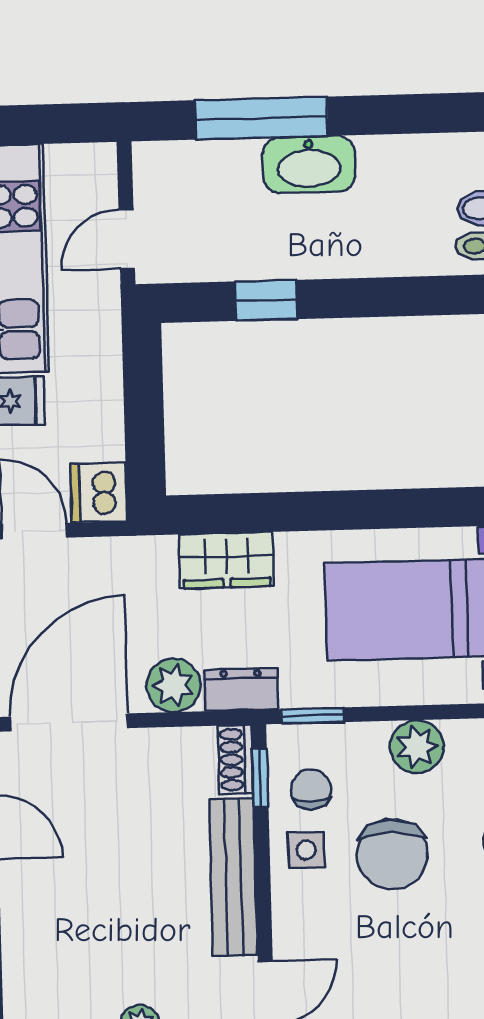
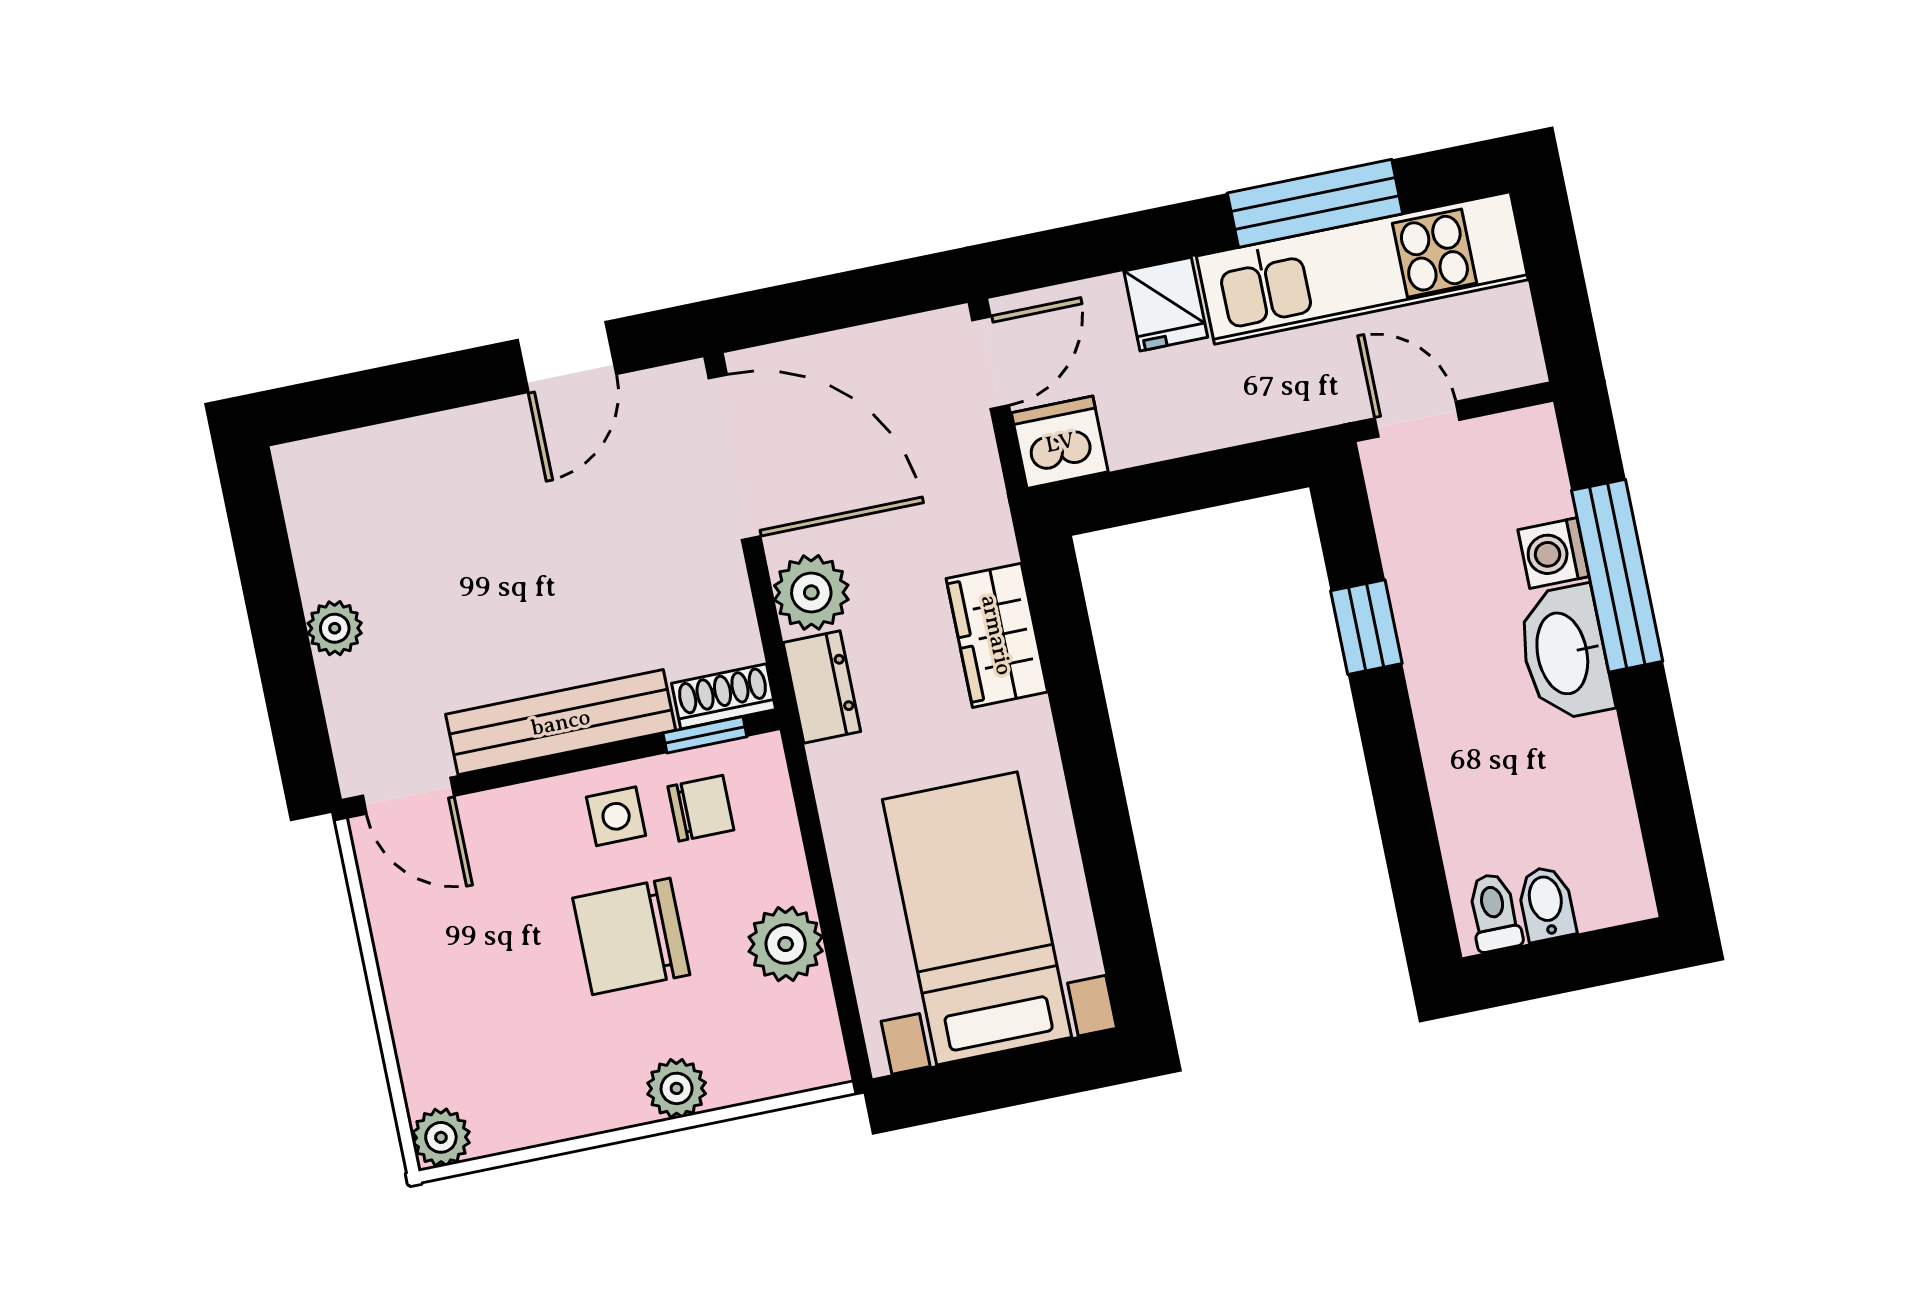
washing machine: (238, 160) -> (1553, 553), added
window: (312, 716) -> (803, 792), removed

